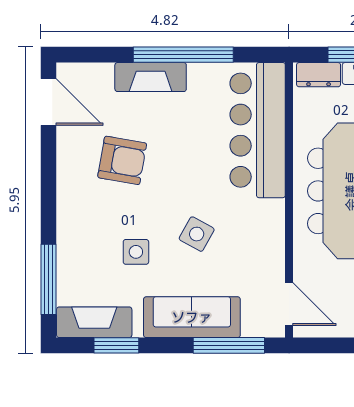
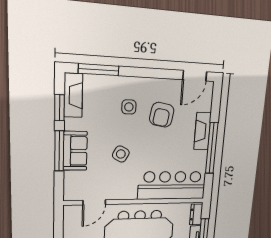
side table: (136, 252) -> (129, 107), moved
door: (289, 304) -> (94, 202), moved
sofa: (192, 317) -> (75, 151), width x0.73
window: (229, 345) -> (59, 151), moved

